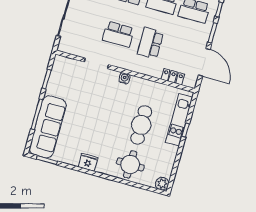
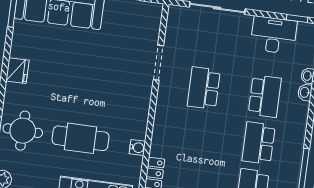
school desk: (150, 43) -> (198, 135), removed
water cooler: (124, 78) -> (137, 148), moved

